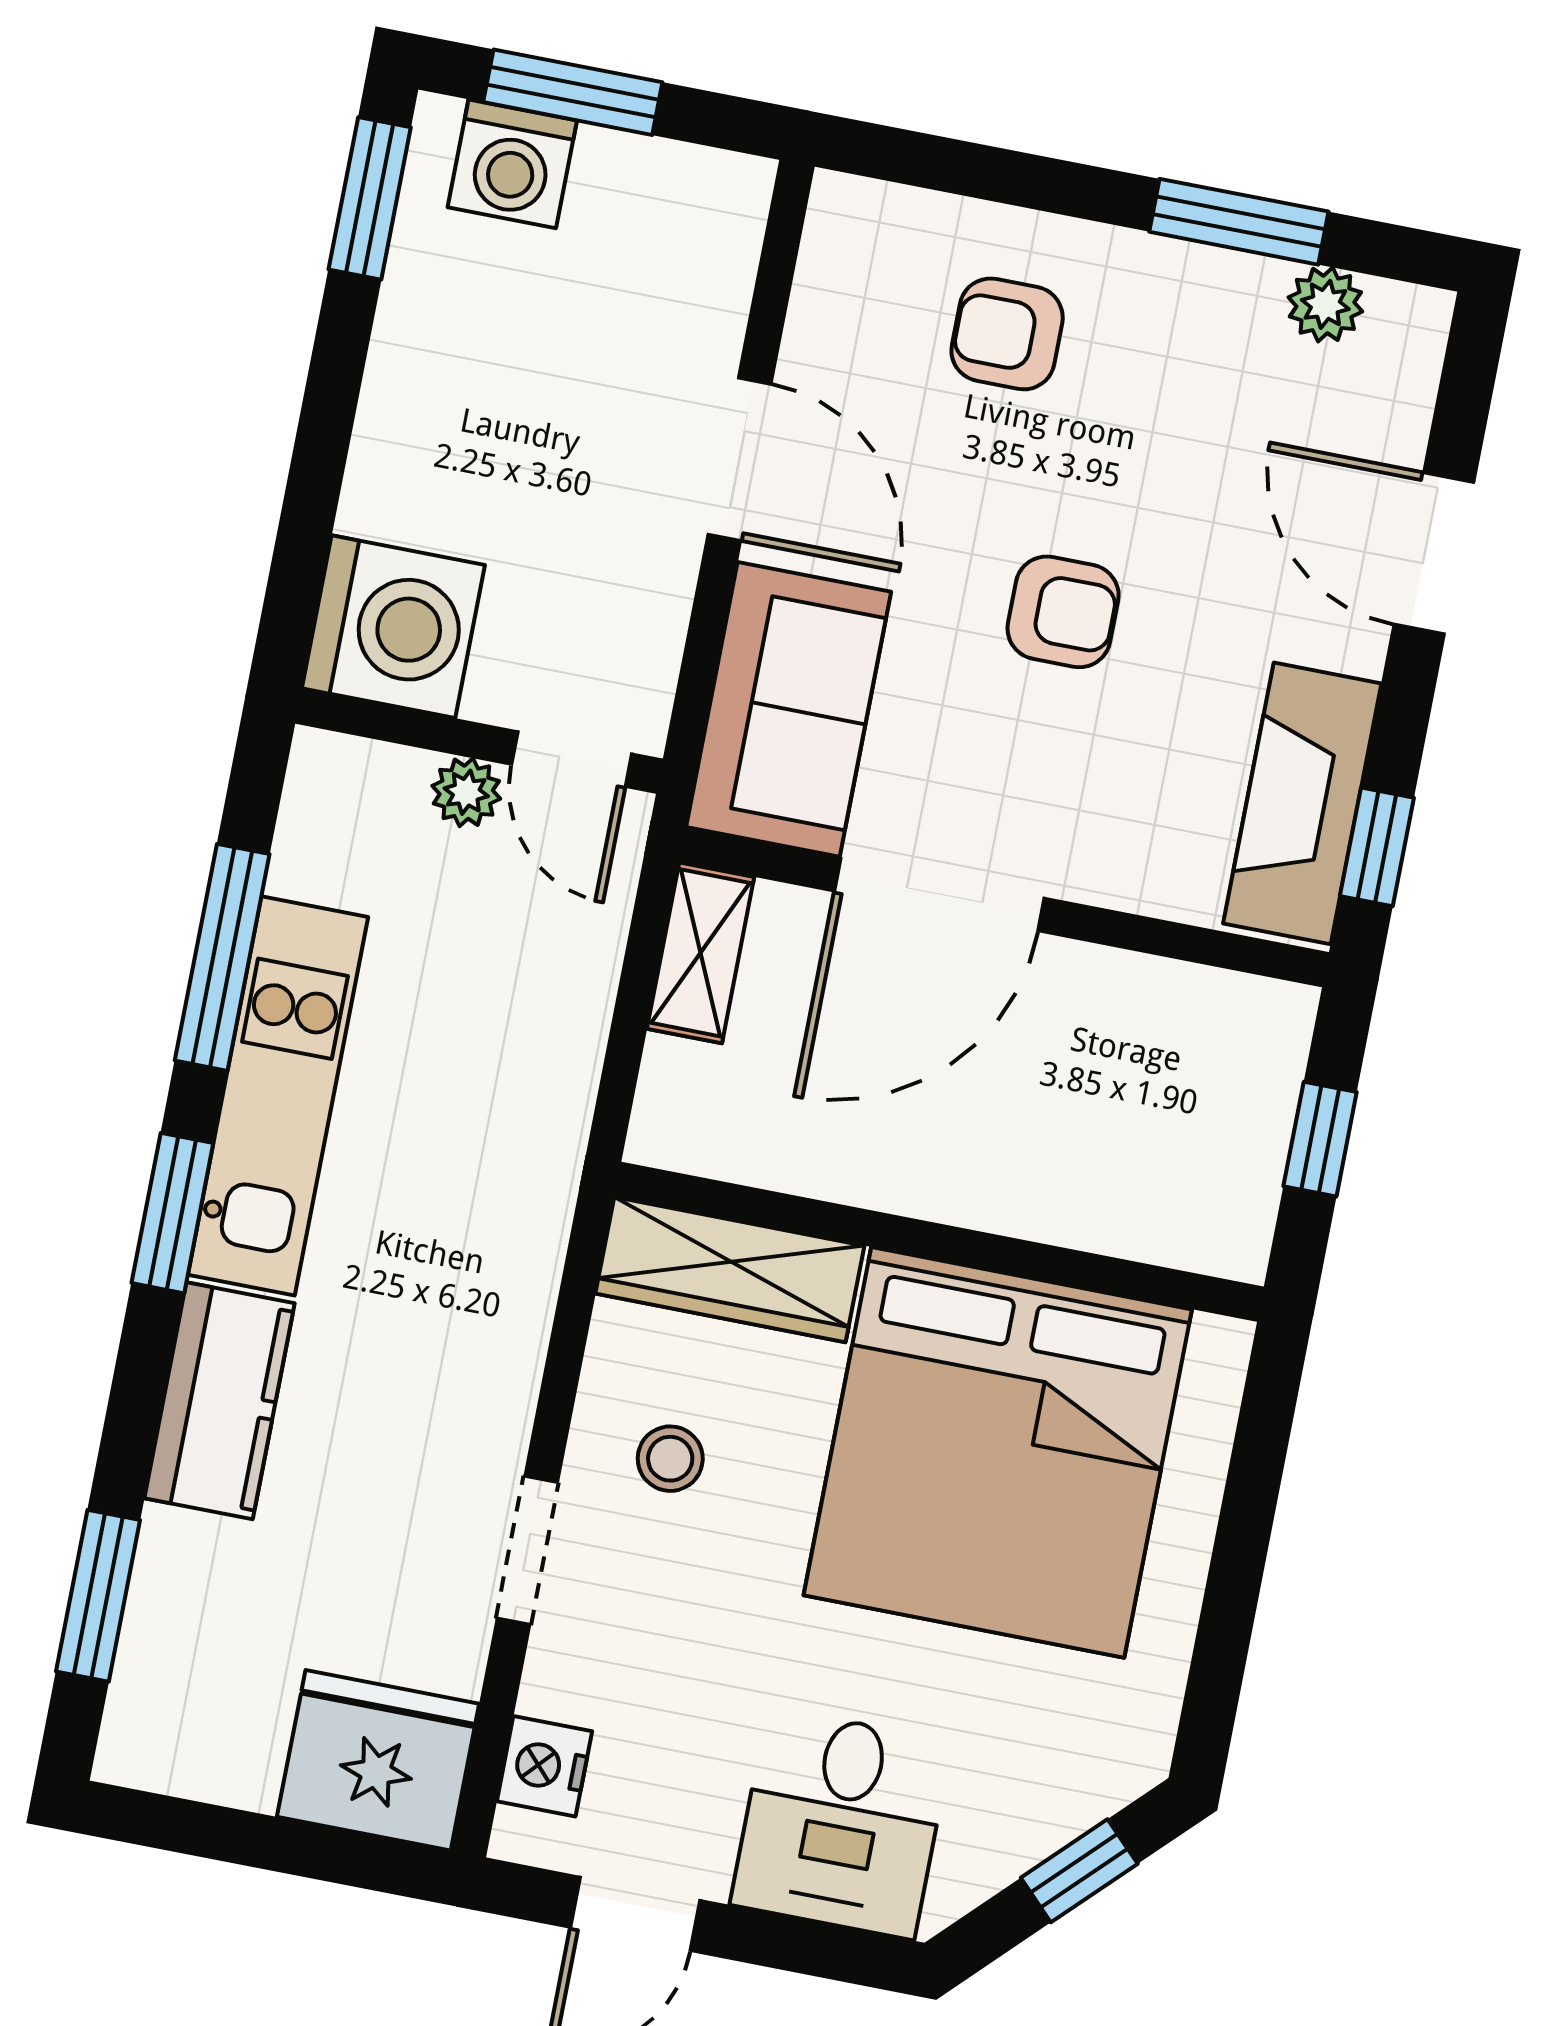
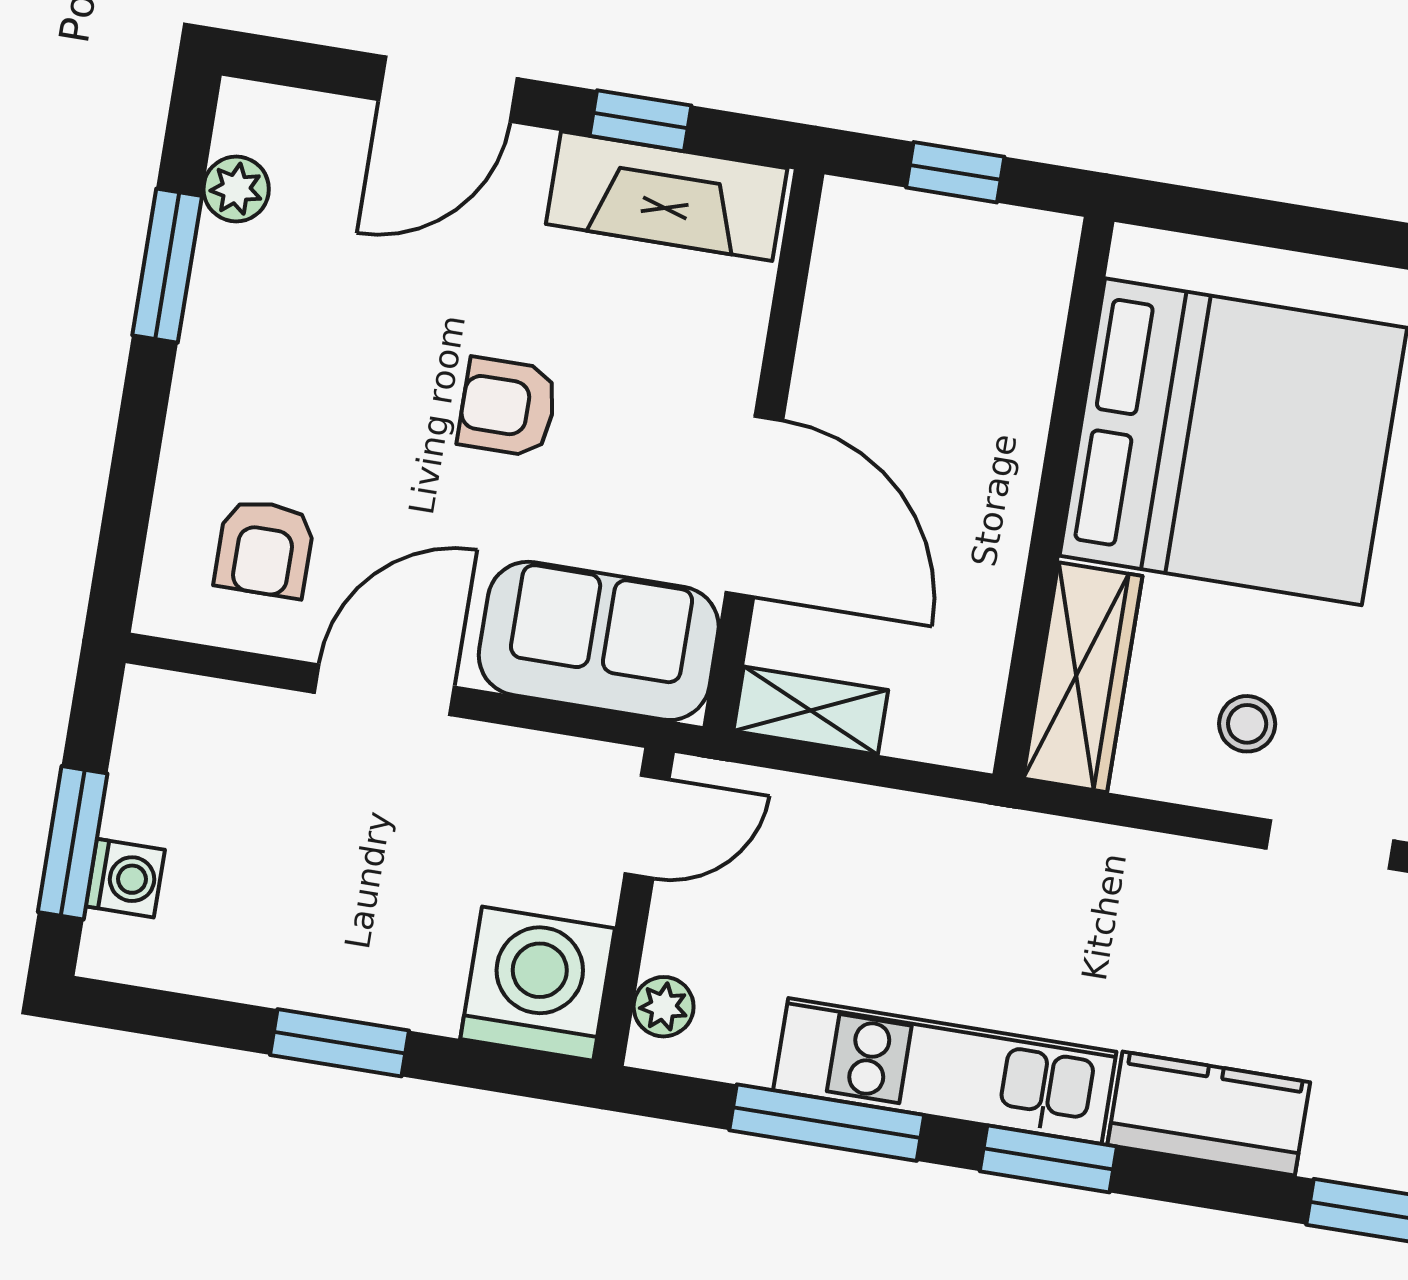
washing machine: (512, 164) -> (125, 878), width x0.73, depth x0.73
window: (370, 198) -> (339, 1043), moved
armchair: (1007, 334) -> (264, 548), moved
armchair: (1063, 612) -> (508, 407), turned -90
plant: (466, 792) -> (664, 1007), moved
window: (1377, 847) -> (641, 121), moved

